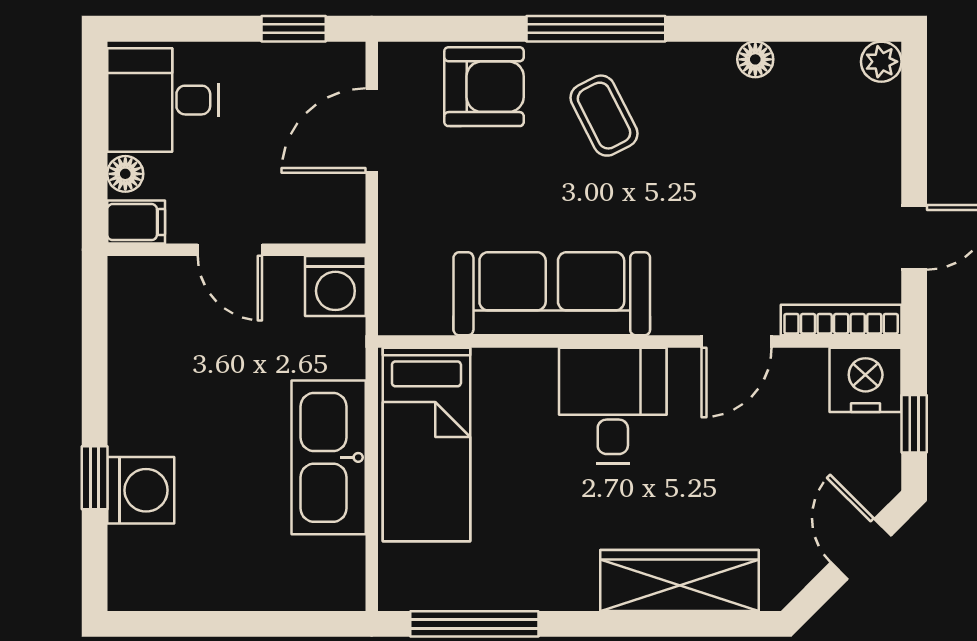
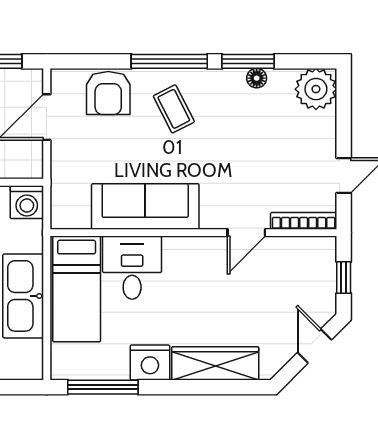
window: (740, 29) -> (248, 61), added
plant: (881, 62) -> (316, 89), width x1.87, depth x1.87
armchair: (484, 87) -> (108, 93), turned 90
nightstand: (866, 380) -> (150, 362), moved, turned 180
desk: (613, 406) -> (132, 268), moved

